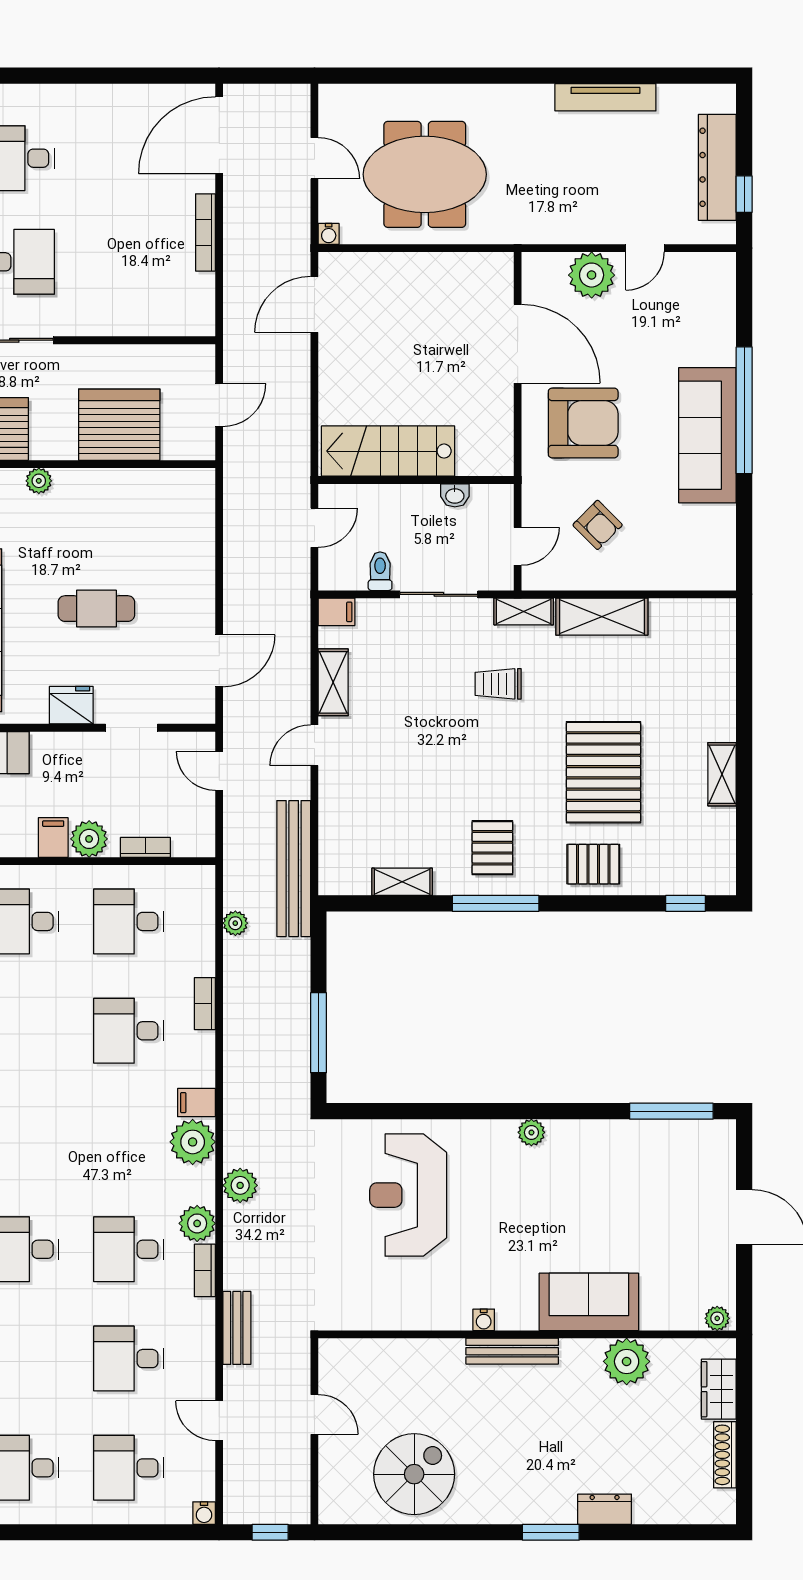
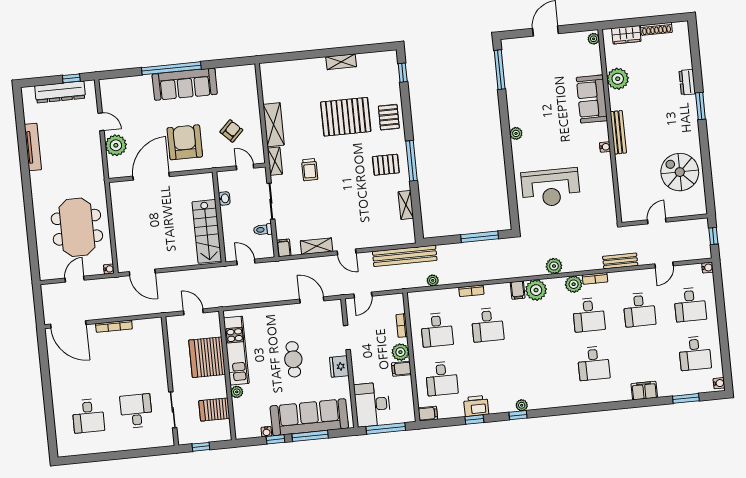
kitchen unit: (127, 488) -> (236, 351), added

